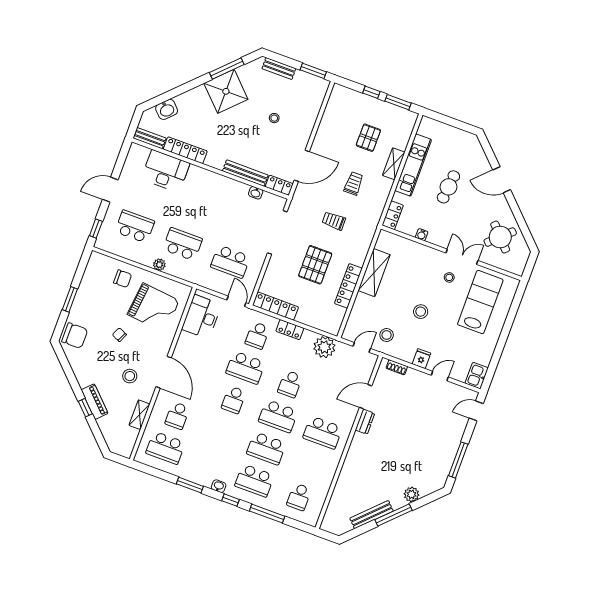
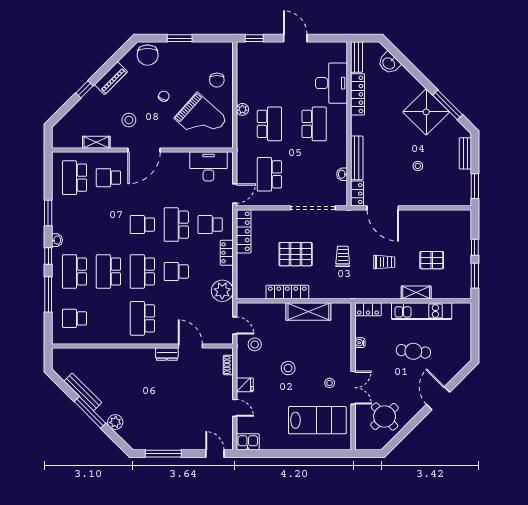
school desk: (135, 226) -> (314, 124), moved
grand piano: (153, 308) -> (201, 119), turned -54
piano: (95, 402) -> (111, 78), moved

